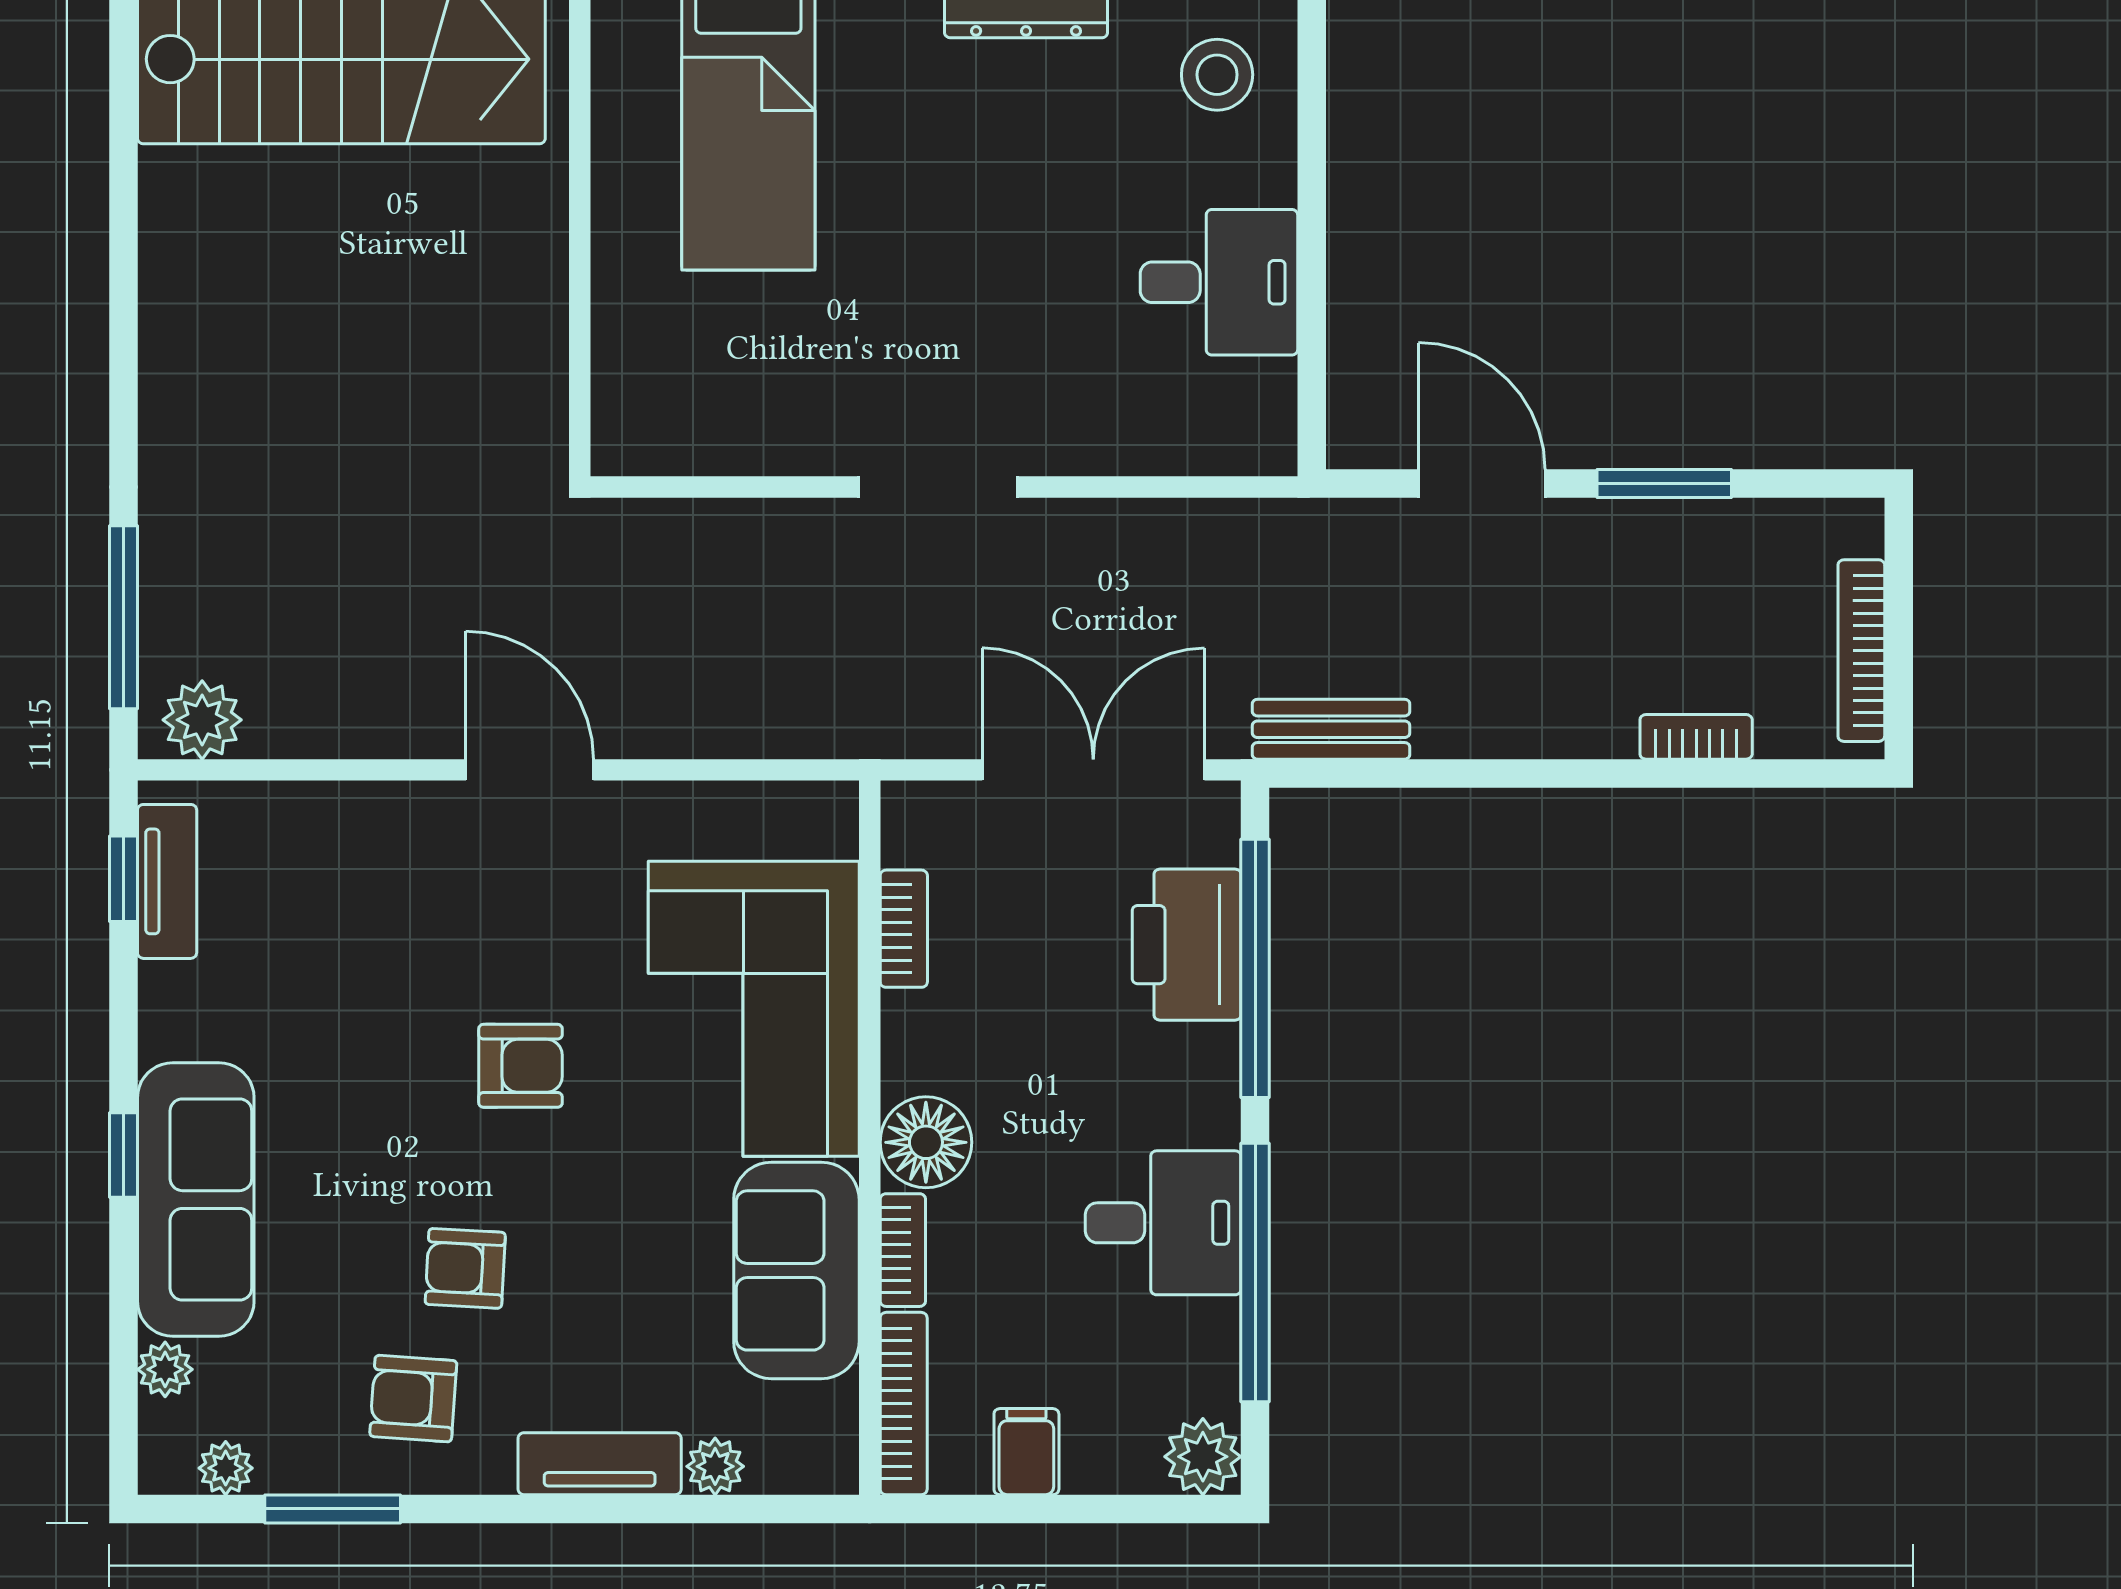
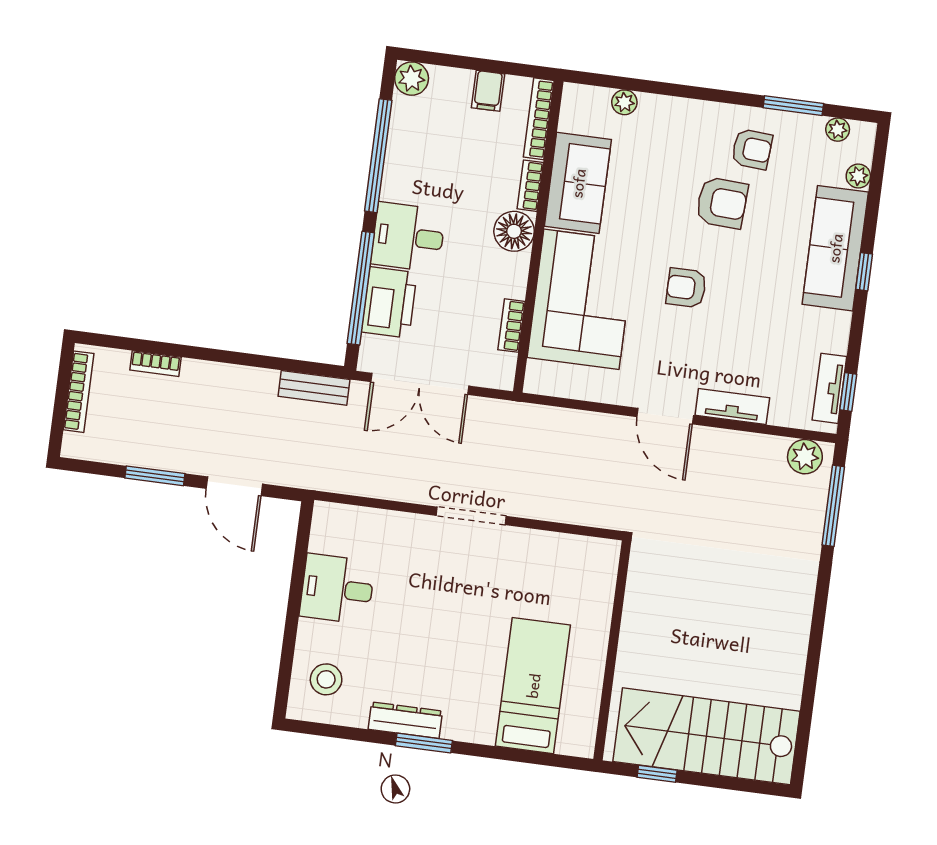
desk: (1163, 1223) -> (408, 237), moved
armchair: (465, 1268) -> (722, 203), width x1.38, depth x1.38
tv unit: (600, 1464) -> (732, 406), moved, turned 180

